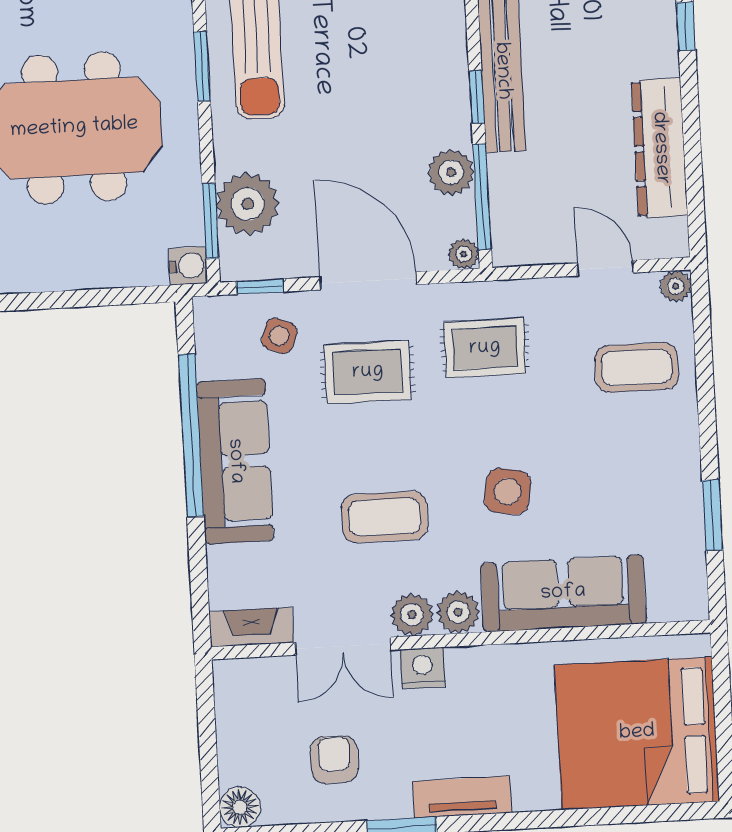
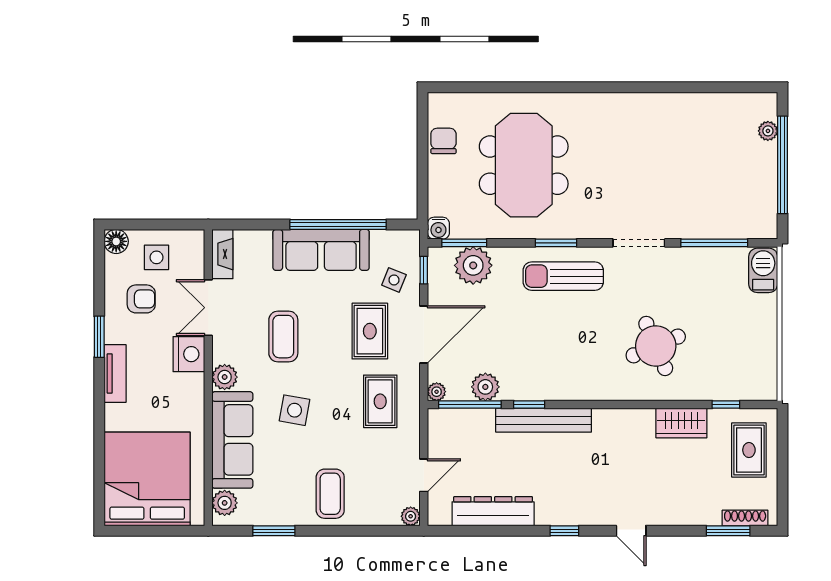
chair: (41, 265) -> (443, 141), added
coffee table: (637, 368) -> (330, 494), moved
plant: (412, 615) -> (225, 503), moved
nightstand: (422, 668) -> (189, 354), width x1.36, depth x1.33
side table: (263, 738) -> (156, 257), added

